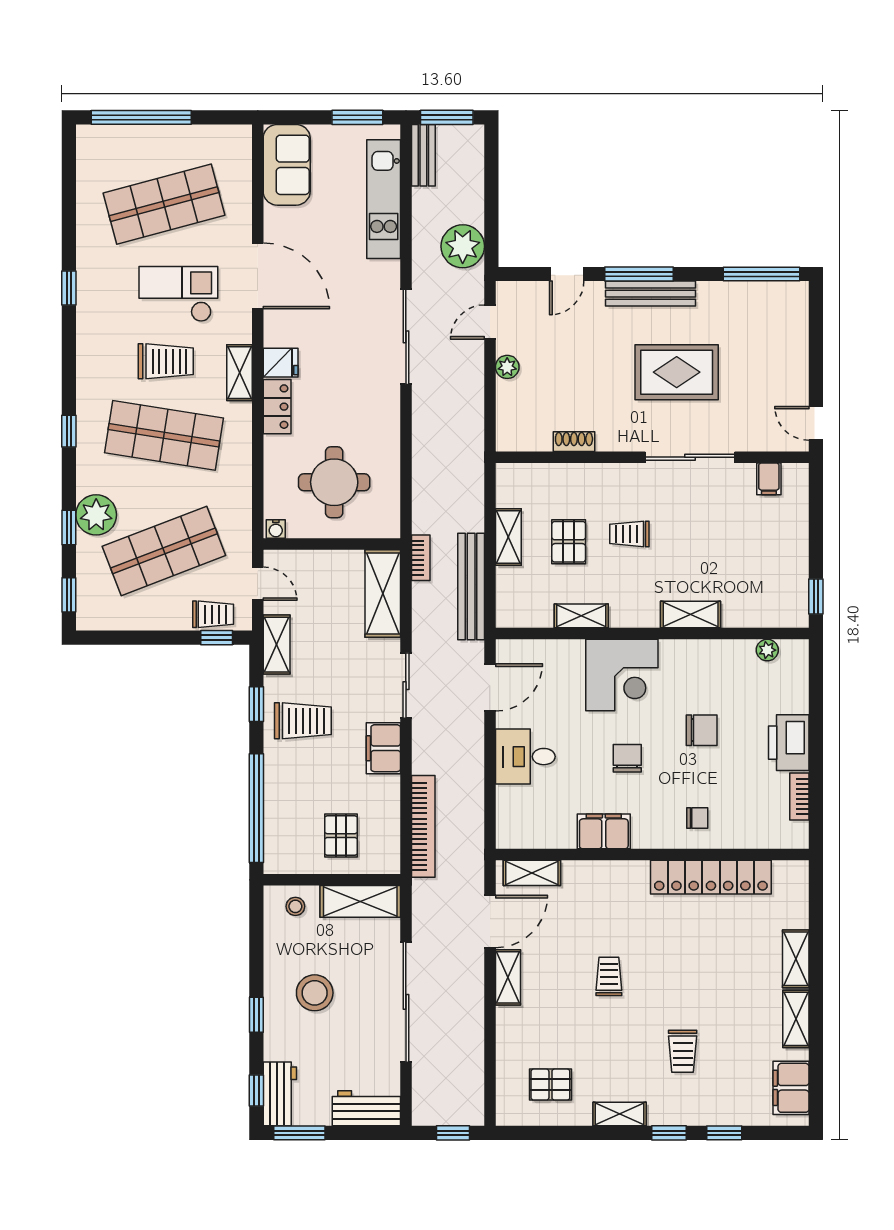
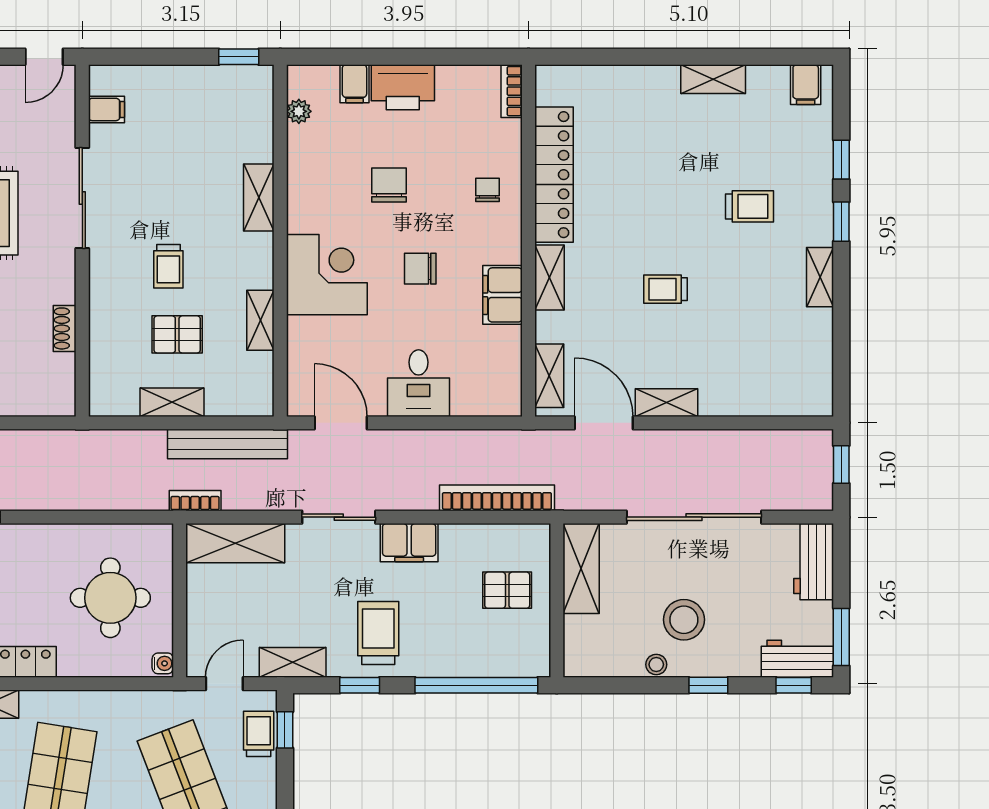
filing cabinet: (792, 700) -> (354, 84), added
bookcase: (799, 796) -> (512, 91), moved, turned 90
stool: (295, 906) -> (656, 665), moved
shelving: (796, 959) -> (549, 277), moved, turned 90
pallet: (550, 1085) -> (787, 355), removed
filing cabinet: (791, 1088) -> (806, 85), width x0.50

